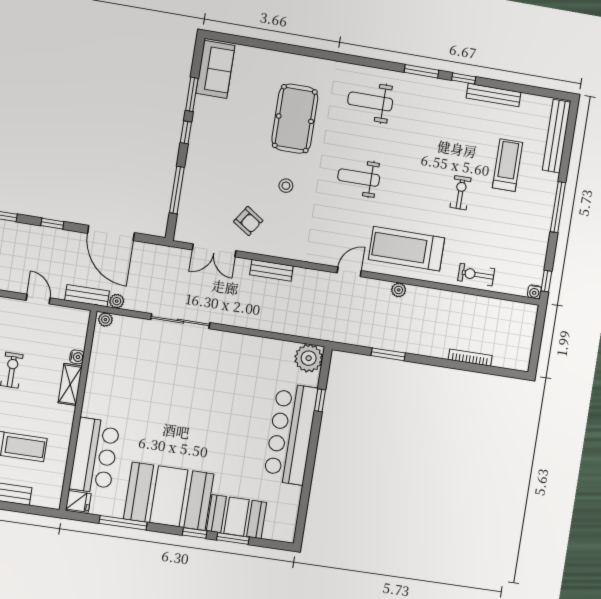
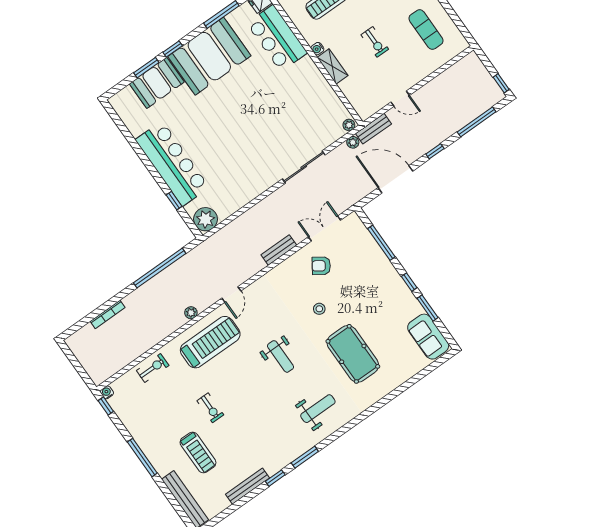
weight bench: (359, 178) -> (281, 356), turned 90
window: (388, 354) -> (160, 268), width x2.11
water cooler: (77, 357) -> (317, 49), moved

